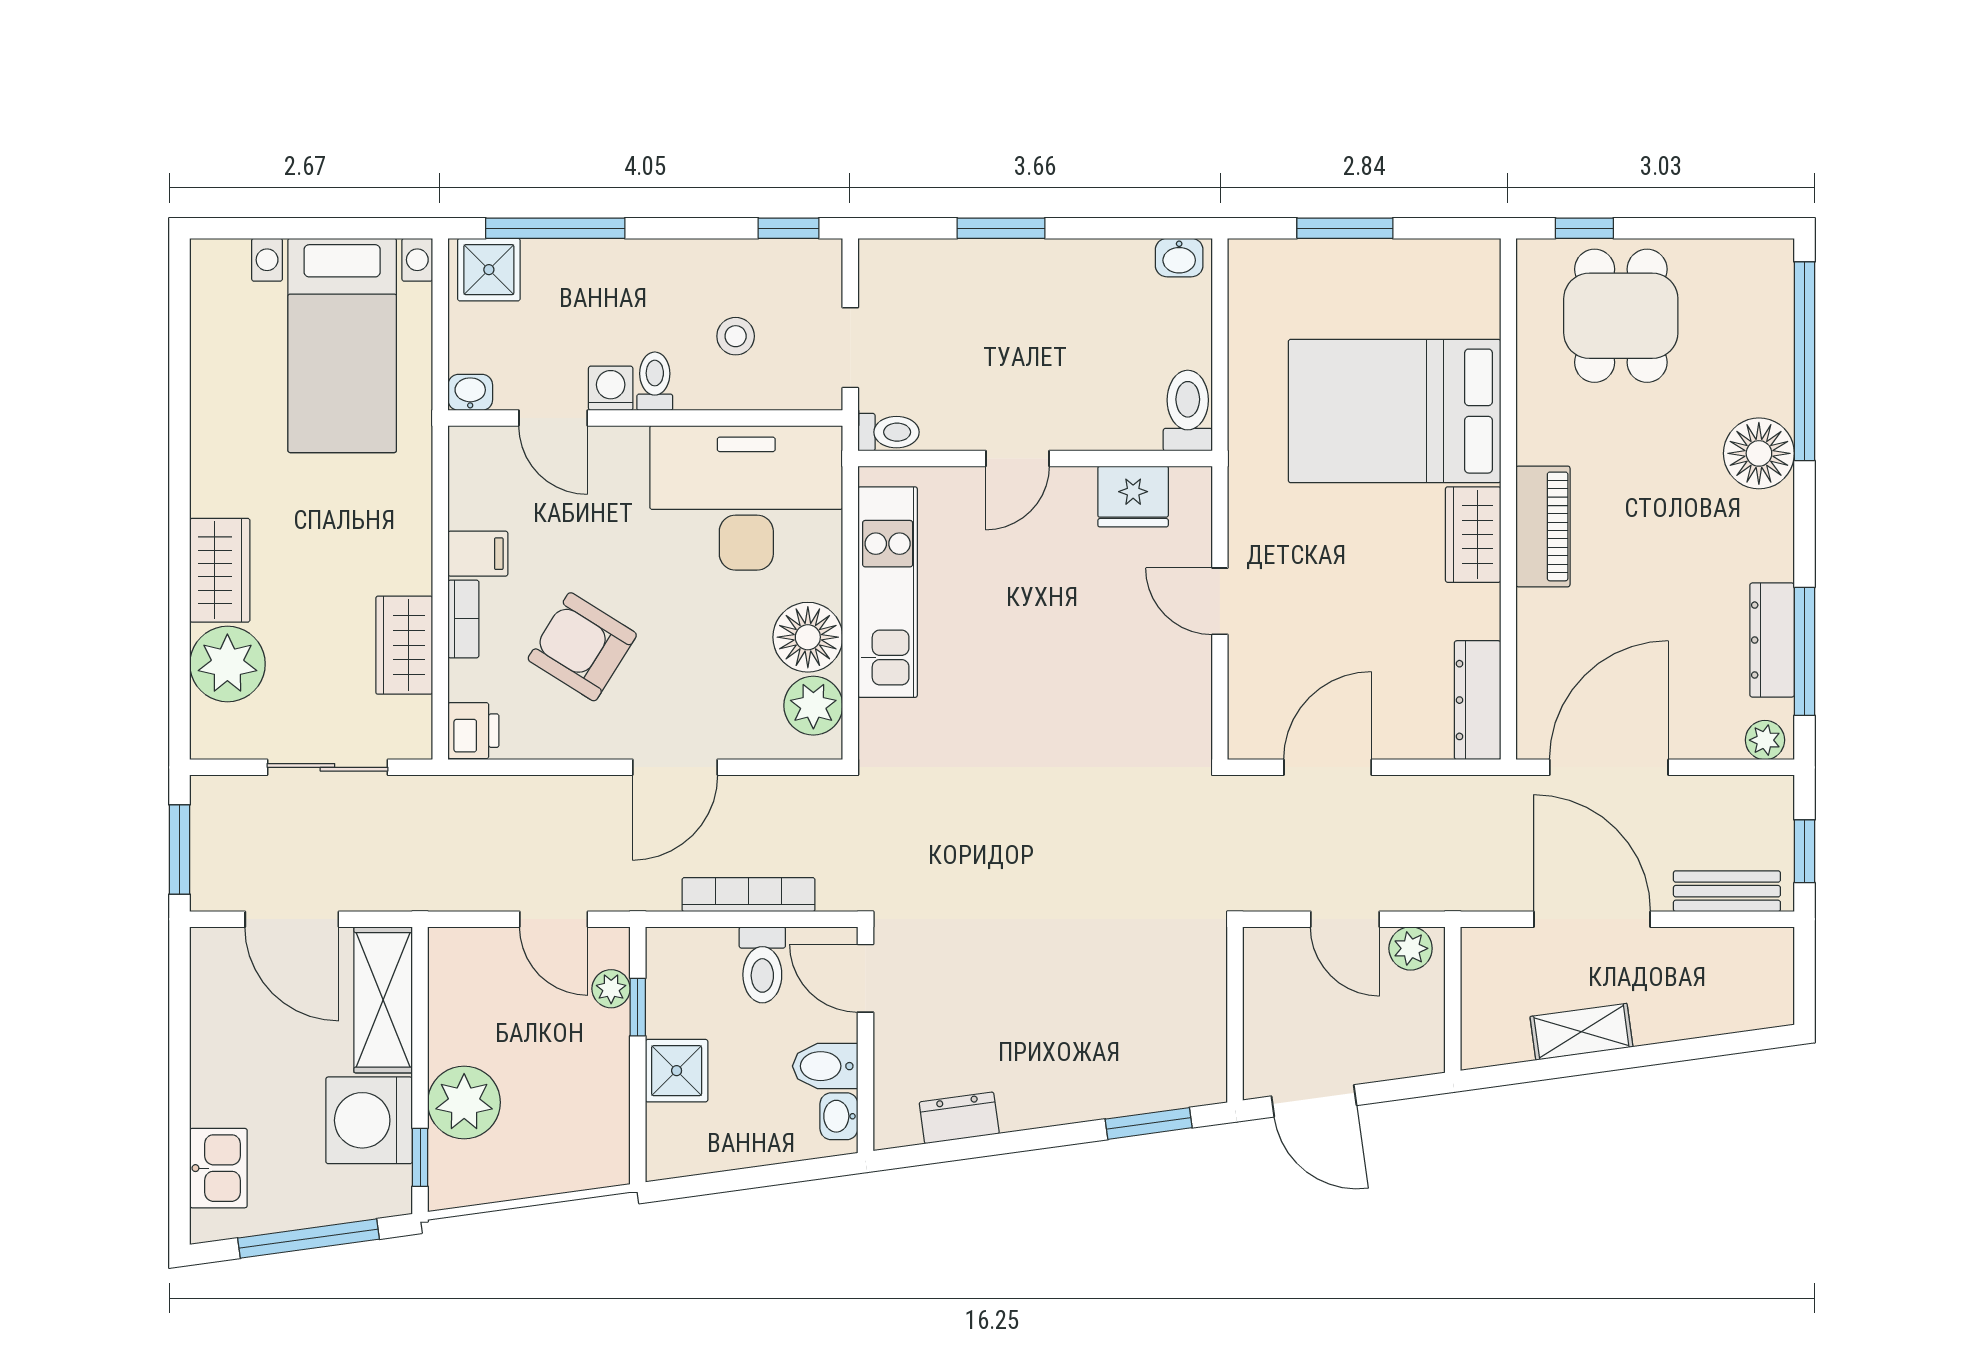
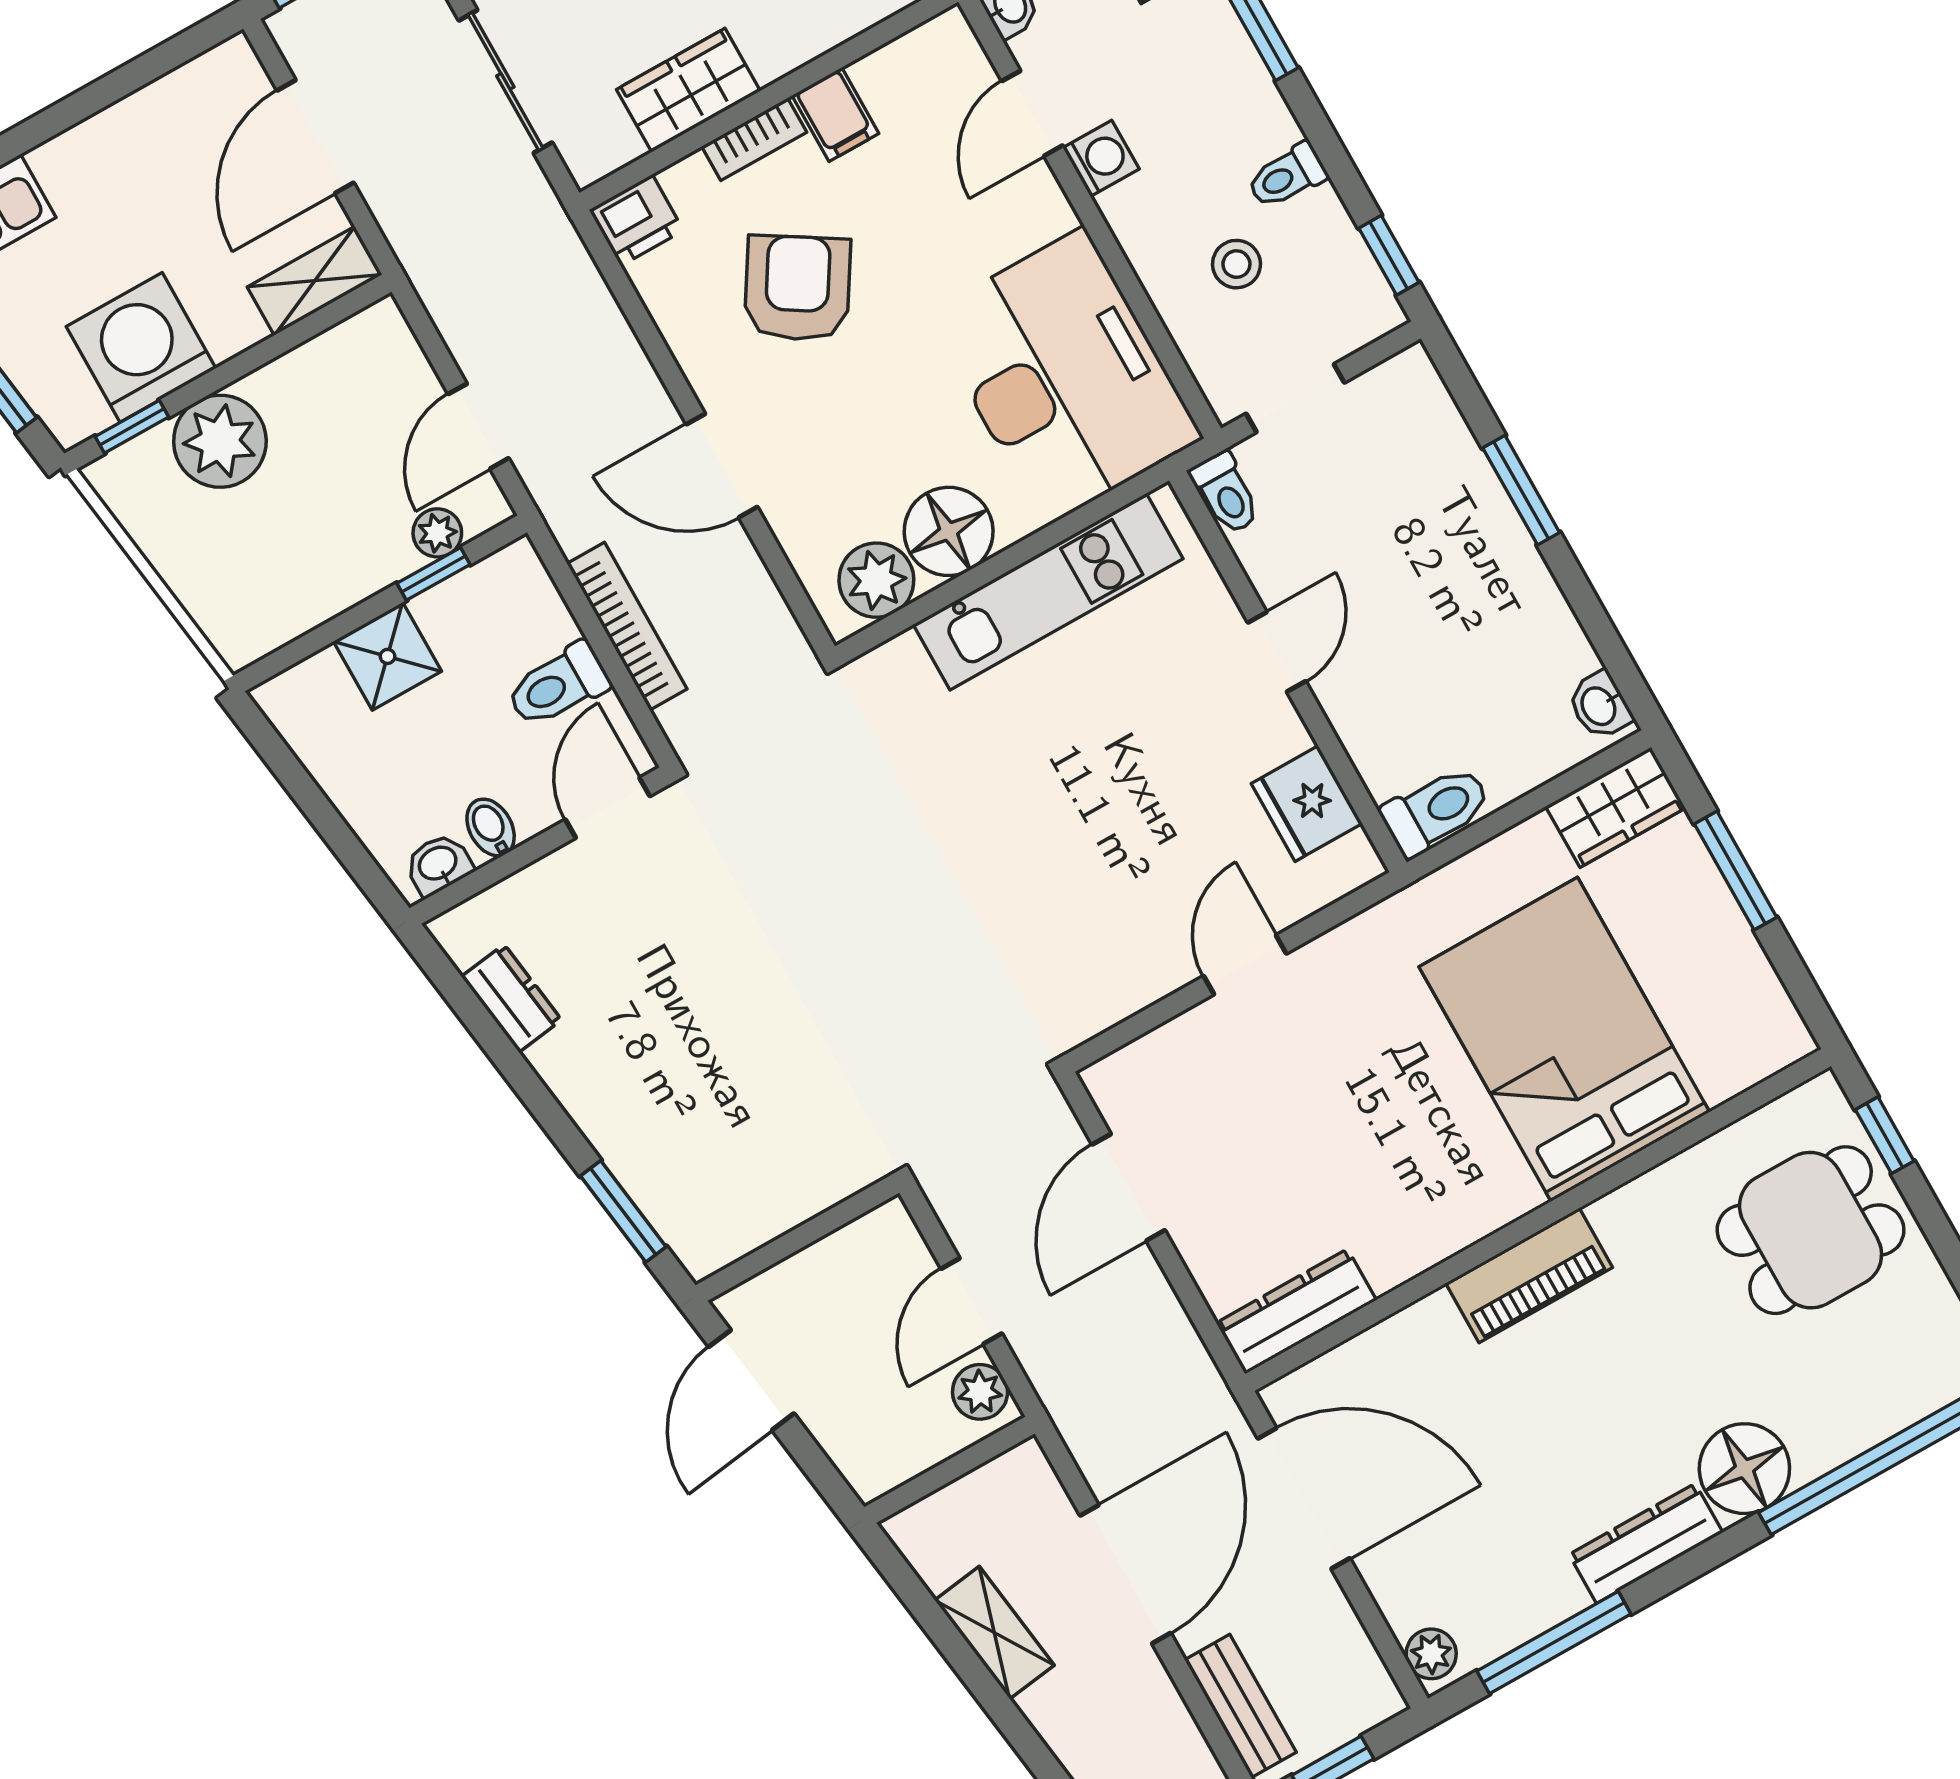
toilet: (655, 381) -> (1287, 176), moved, turned 180
door: (1017, 459) -> (1277, 652), swing flipped
wardrobe: (1473, 535) -> (1616, 807), moved, turned 180
dresser: (1772, 640) -> (1646, 1543), moved
door: (1328, 767) -> (1129, 1187), swing flipped
shelving: (383, 1000) -> (315, 281), width x0.67, depth x0.75
bidet: (825, 1066) -> (491, 827), width x0.72, depth x0.74

